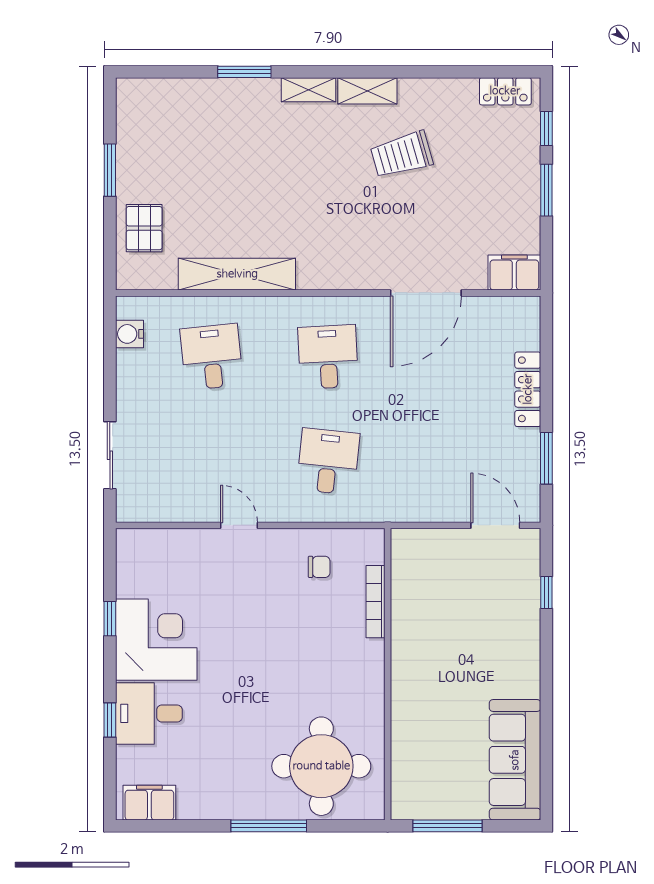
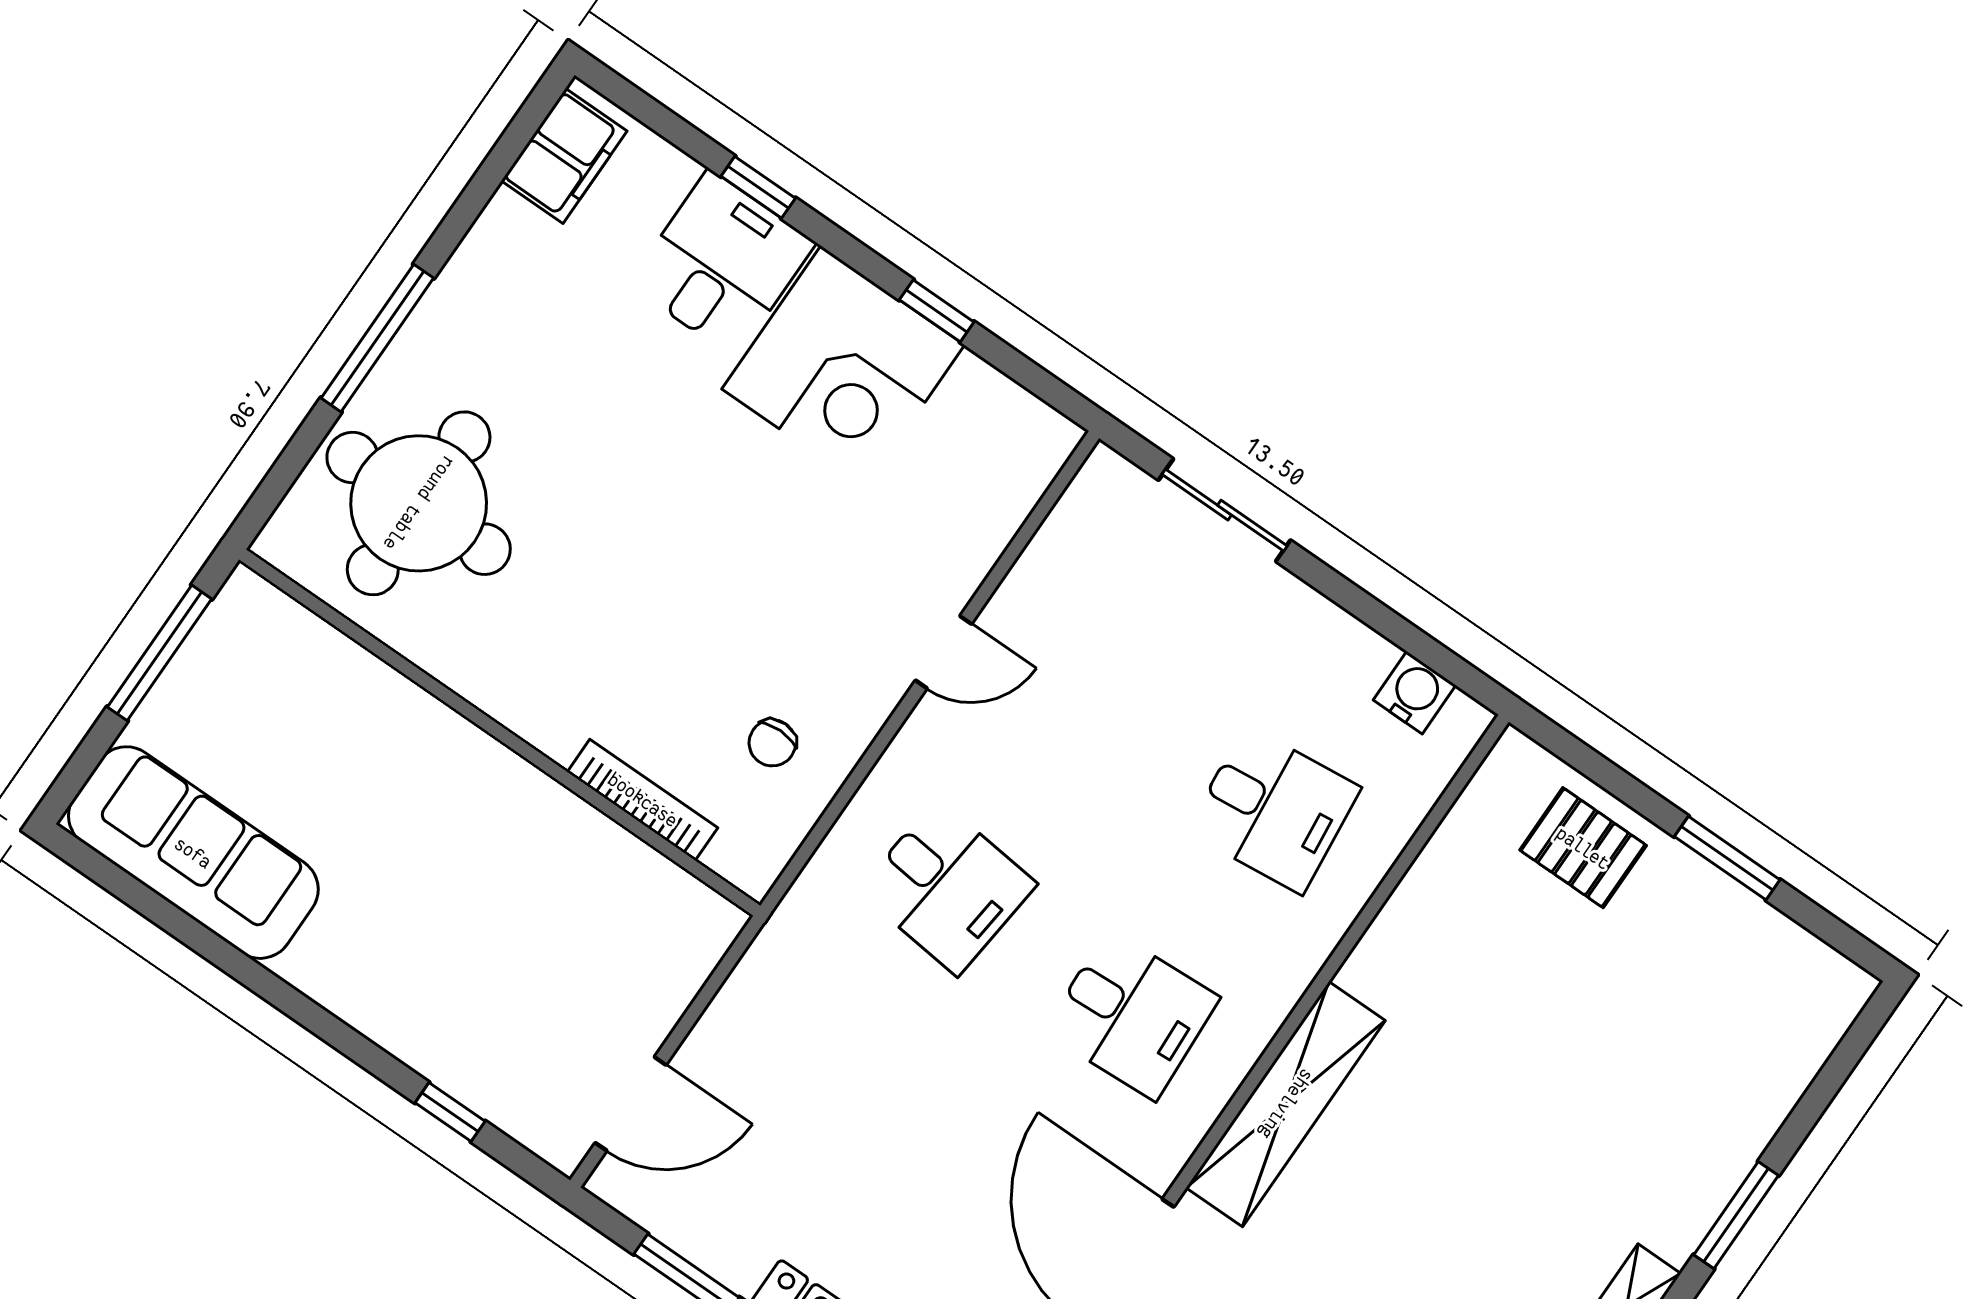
shelving: (237, 274) -> (1286, 1104), moved

